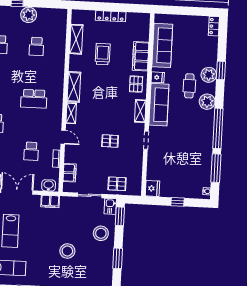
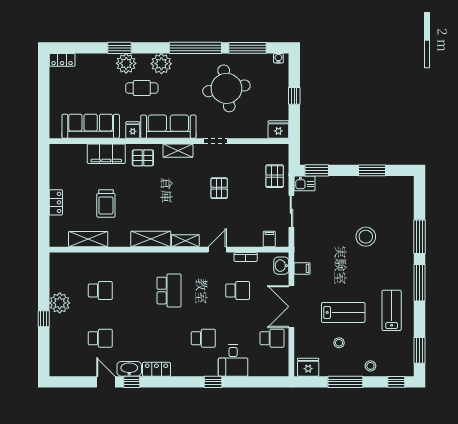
locker: (111, 16) -> (56, 202), width x0.66
trolley: (103, 54) -> (106, 203), turned -90
round table: (186, 150) -> (226, 88), added
filing cabinet: (70, 173) -> (269, 239), width x0.50
filing cabinet: (50, 201) -> (302, 268), width x0.50
stool: (101, 233) -> (340, 194), removed

